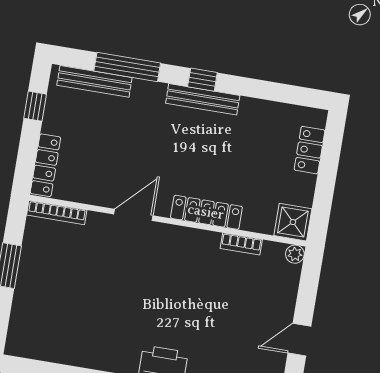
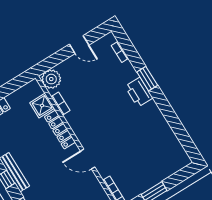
shower: (293, 222) -> (42, 106), moved
plant: (295, 254) -> (51, 79), width x1.87, depth x1.87

